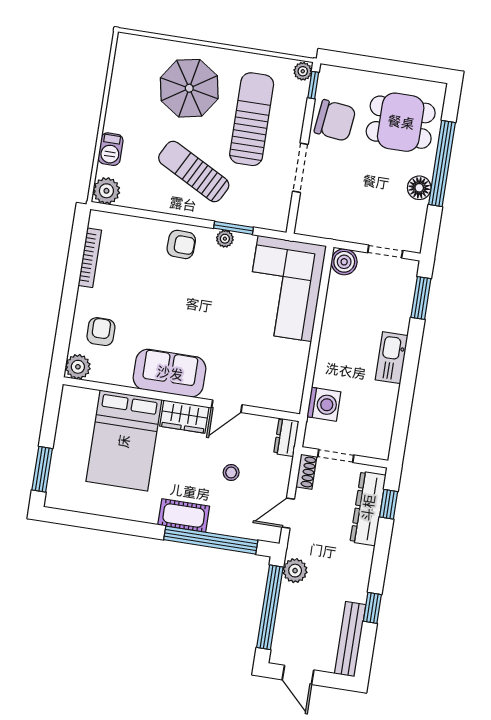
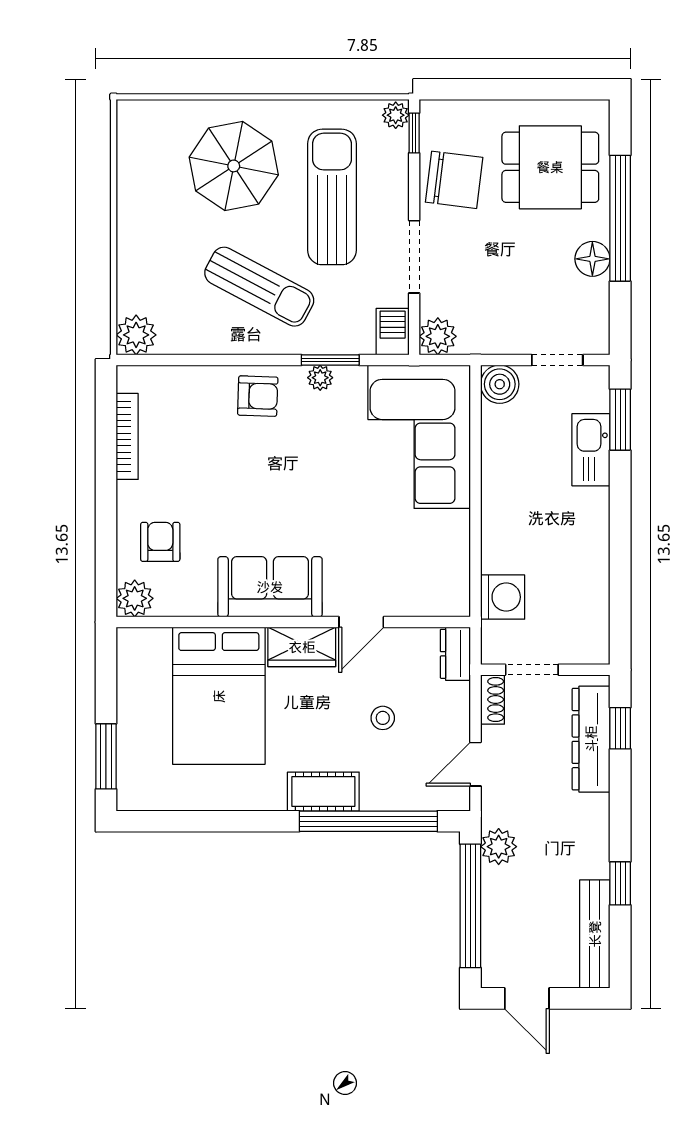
barbecue: (111, 149) -> (393, 332), moved, turned 180
sun lounger: (194, 171) -> (259, 287), turned 180
plant: (308, 223) -> (438, 336), added
kitchen sink: (392, 358) -> (591, 450), moved

